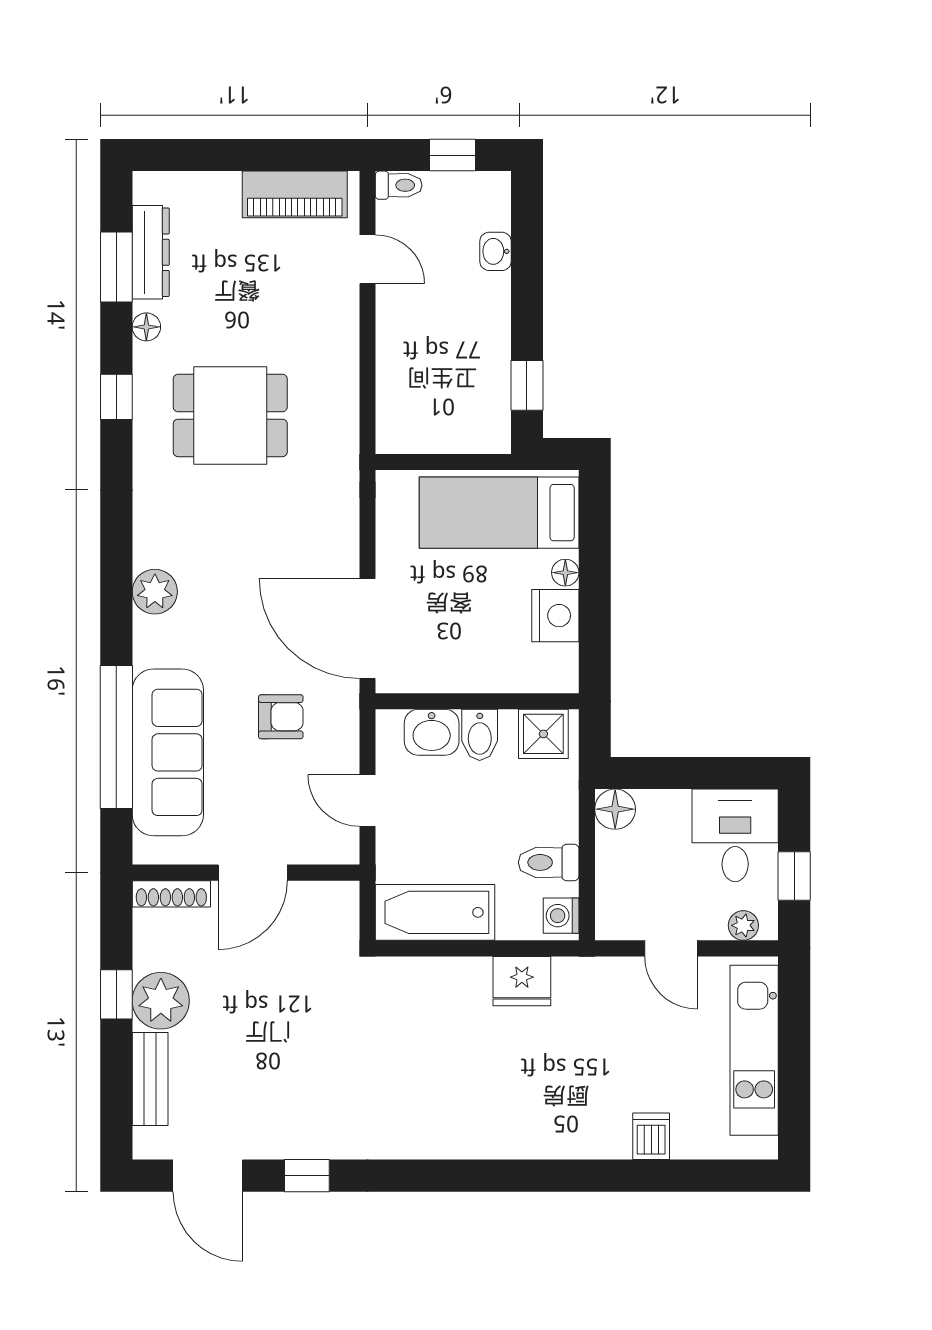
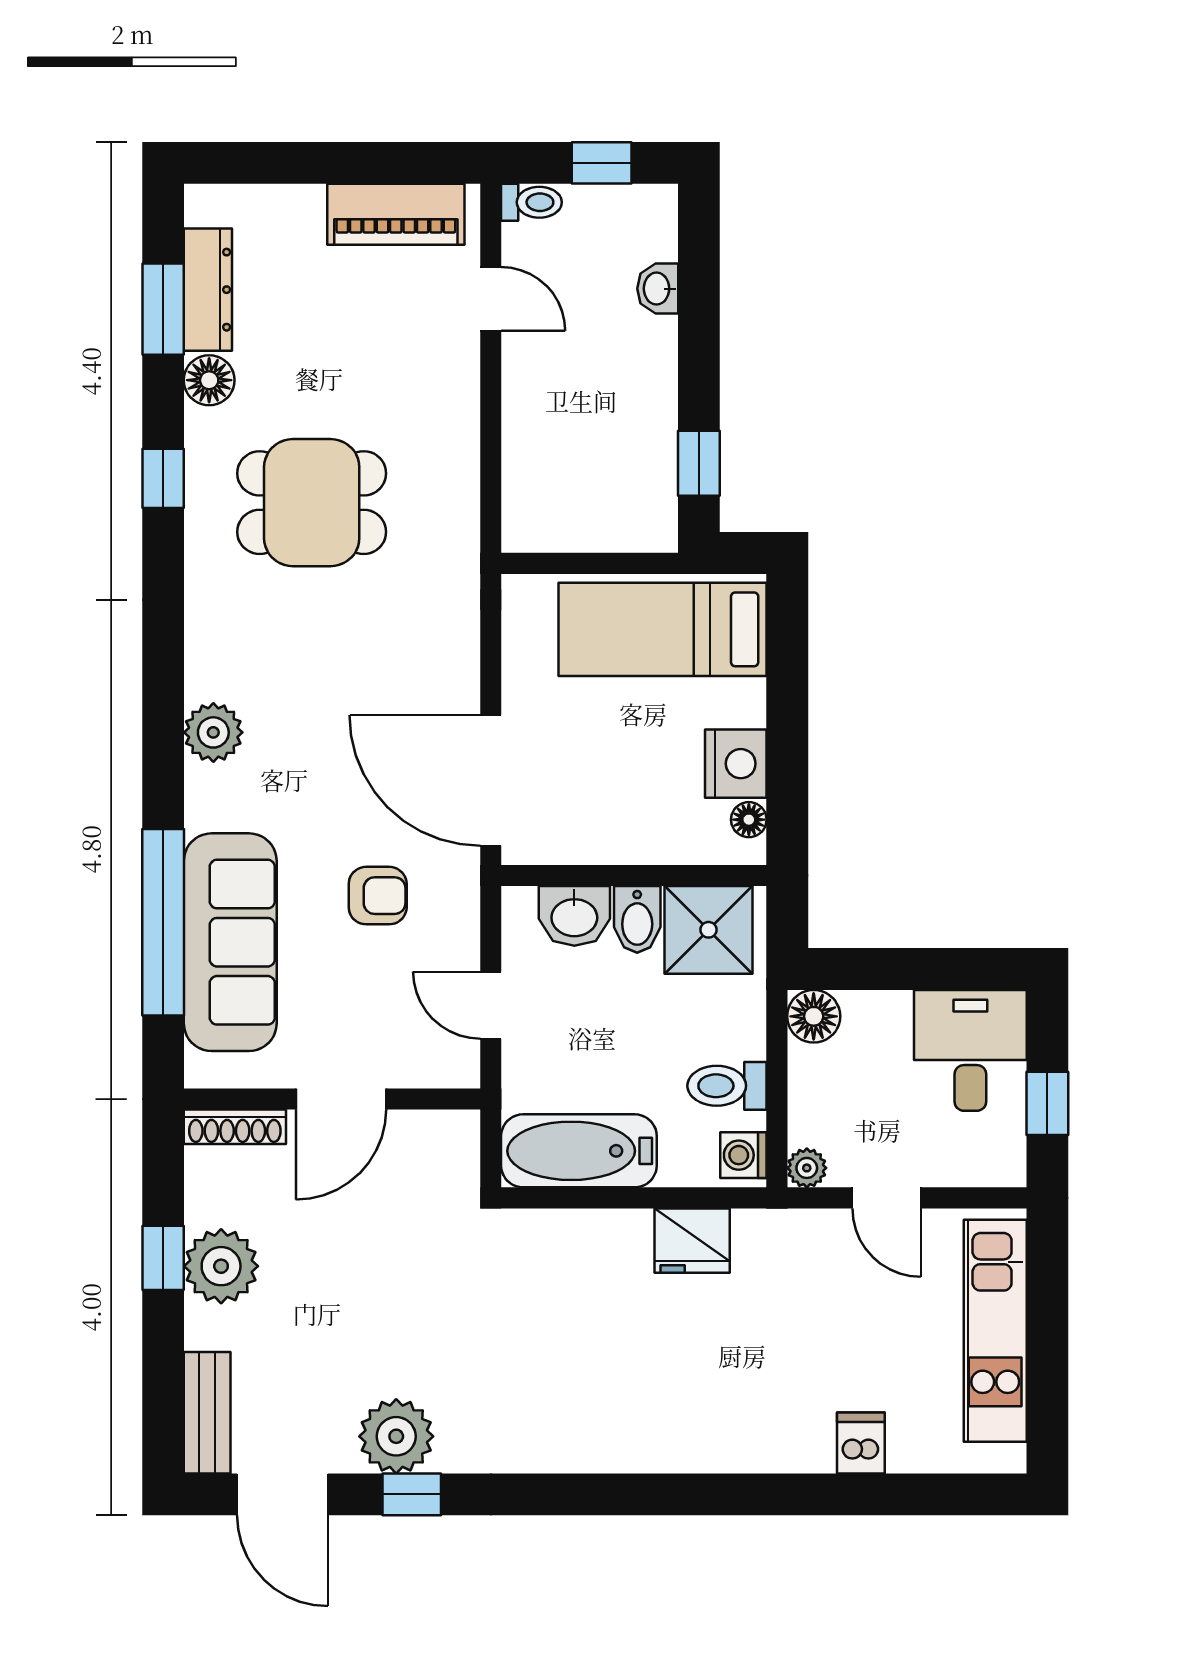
floor lamp: (146, 327) -> (209, 380), width x1.37, depth x1.37
floor lamp: (565, 573) -> (749, 820), moved
shower: (543, 734) -> (708, 930), width x1.36, depth x1.36
plant: (743, 925) -> (807, 1168), moved
bench: (150, 1079) -> (207, 1413), moved
plant: (295, 1131) -> (396, 1436), added

